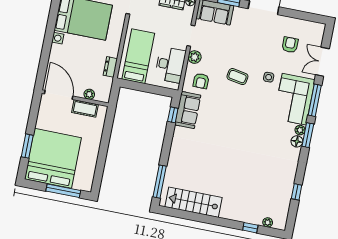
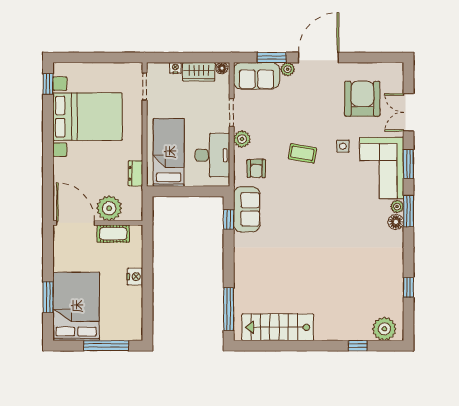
plant: (239, 12) -> (288, 69), added
armchair: (290, 45) -> (362, 99), width x1.88, depth x1.88
plant: (89, 94) -> (109, 208), width x1.87, depth x1.87
window: (315, 100) -> (408, 164), width x0.69
nightstand: (95, 144) -> (135, 277), added
bed: (53, 158) -> (76, 306), width x0.73
plant: (268, 222) -> (384, 329), width x1.87, depth x1.87

